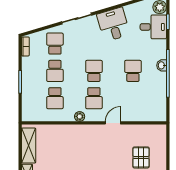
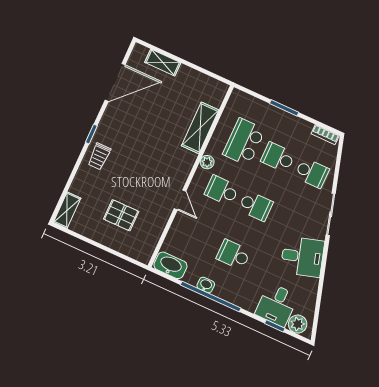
washbasin: (162, 65) -> (206, 285), moved
school desk: (133, 71) -> (233, 255), turned 180
school desk: (55, 98) -> (244, 142), width x1.85
washbasin: (159, 109) -> (170, 265), added
shelving: (29, 146) -> (200, 128), moved, turned 90

